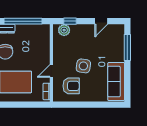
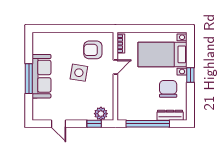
door: (101, 21) -> (59, 124), swing flipped
window: (127, 47) -> (29, 79), moved
sofa: (116, 82) -> (42, 76), moved

